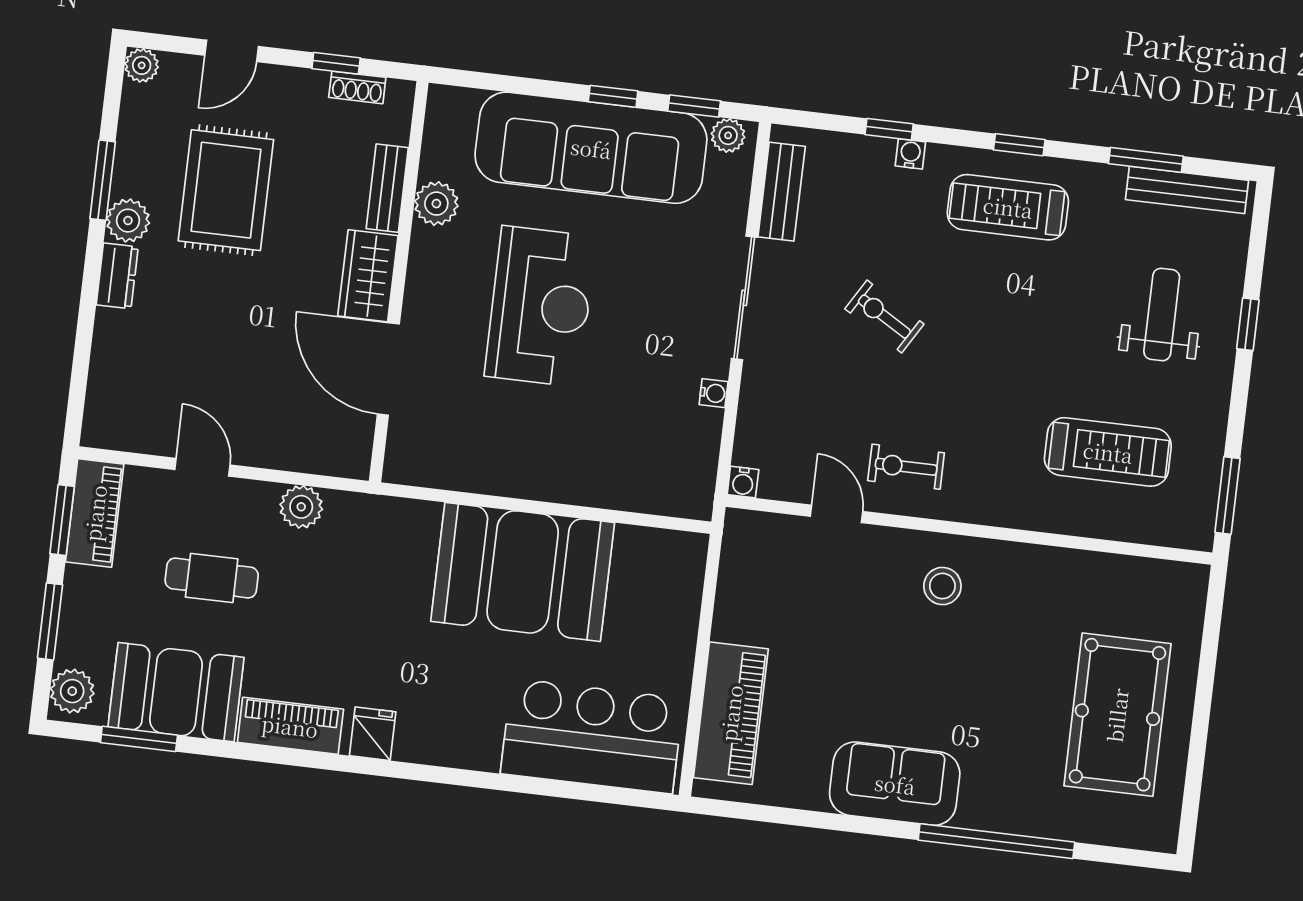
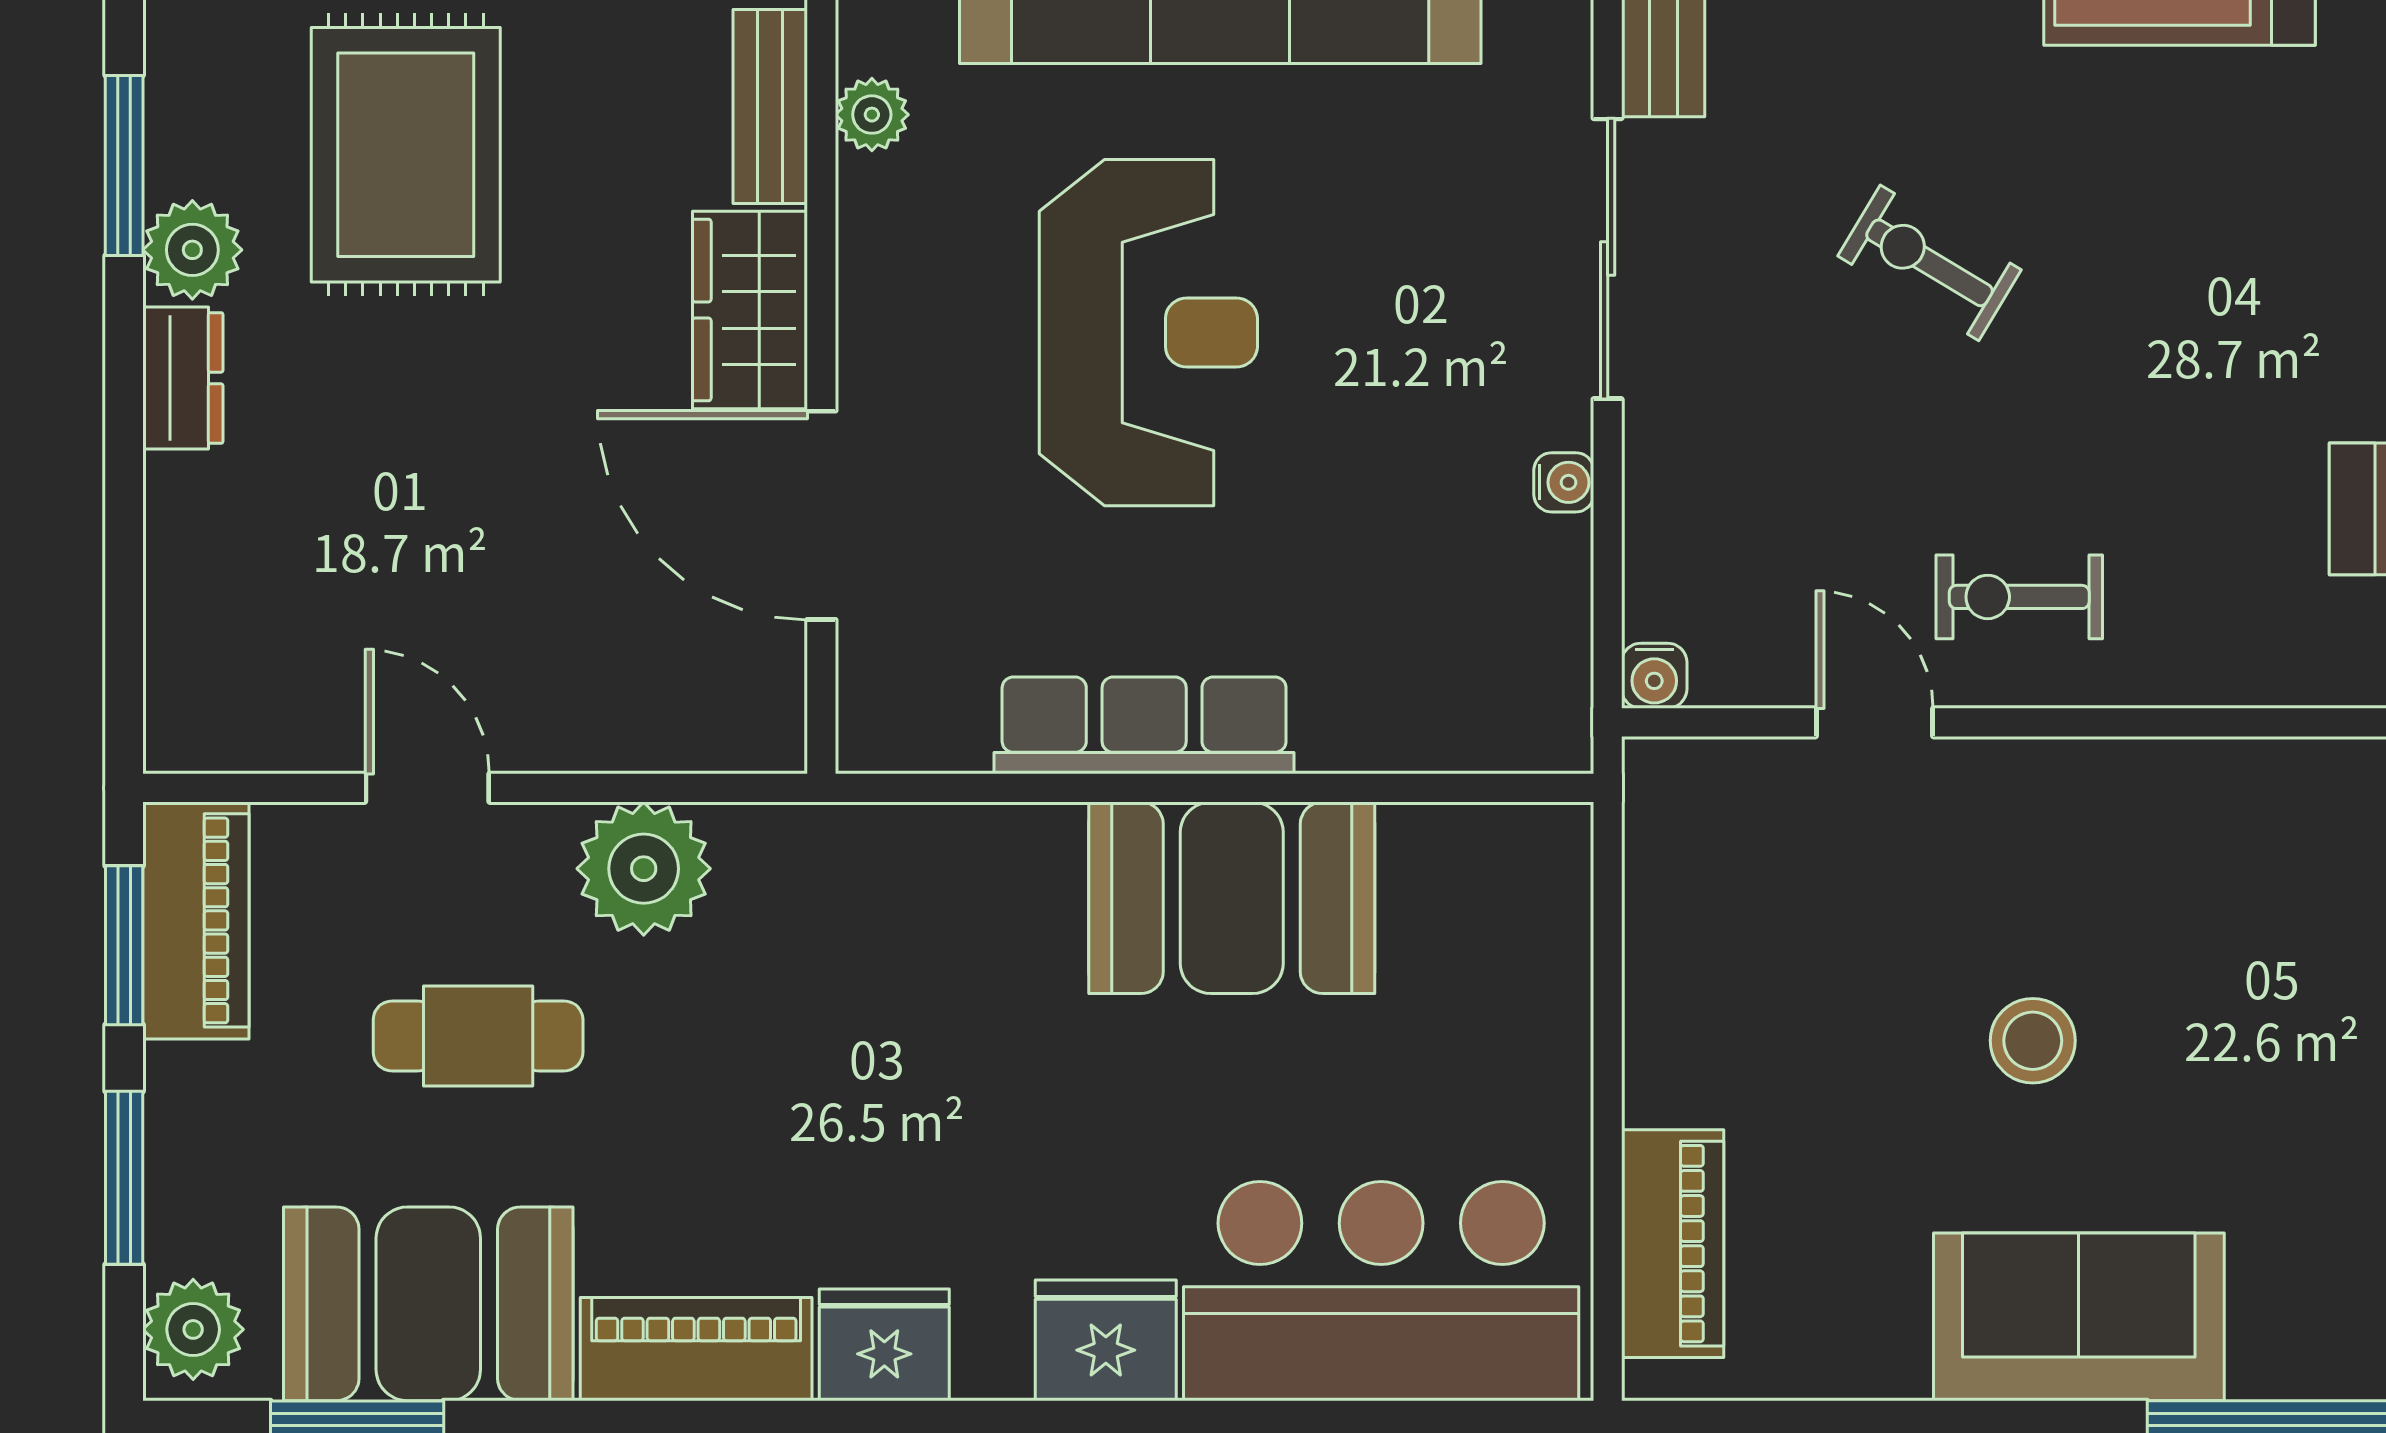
plant: (436, 204) -> (872, 115), width x0.73, depth x0.73
row of seats: (518, 477) -> (1144, 725), added
plant: (301, 507) -> (644, 869), width x1.36, depth x1.36
booth: (523, 572) -> (1232, 898), width x0.73, depth x0.70
stool: (942, 586) -> (2033, 1041), moved
piano: (731, 713) -> (1673, 1244), width x0.73, depth x0.75
fridge: (373, 734) -> (884, 1345), width x1.38
fridge: (469, 743) -> (1106, 1340), added

